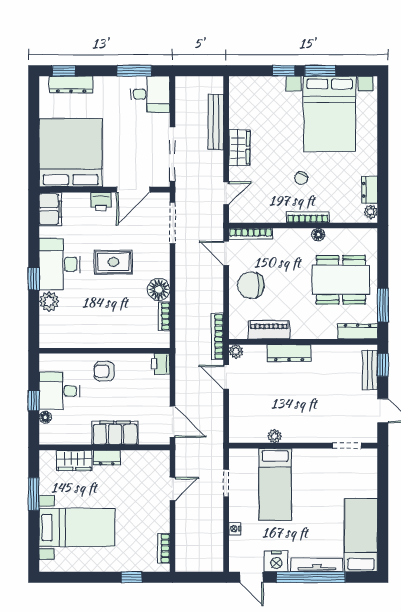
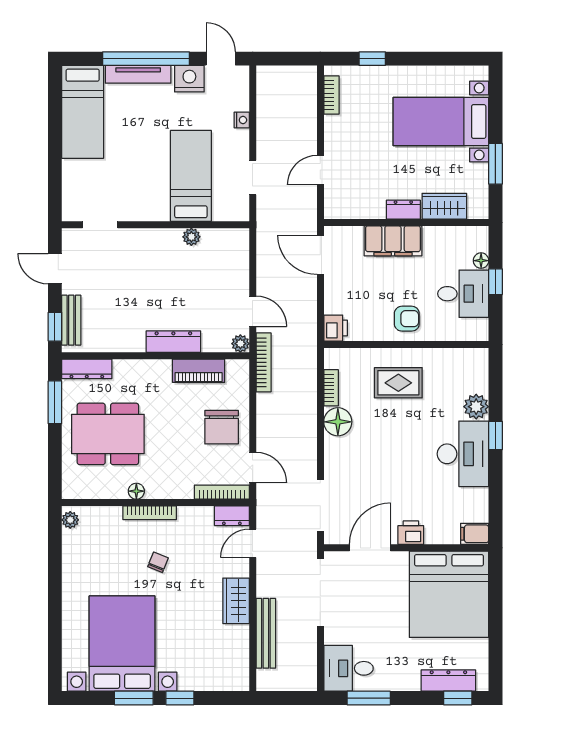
dresser: (370, 190) -> (232, 516), moved, turned 90
filing cabinet: (50, 209) -> (475, 534), width x0.50
rug: (113, 262) -> (398, 383), moved
chair: (251, 285) -> (222, 427), turned 90

